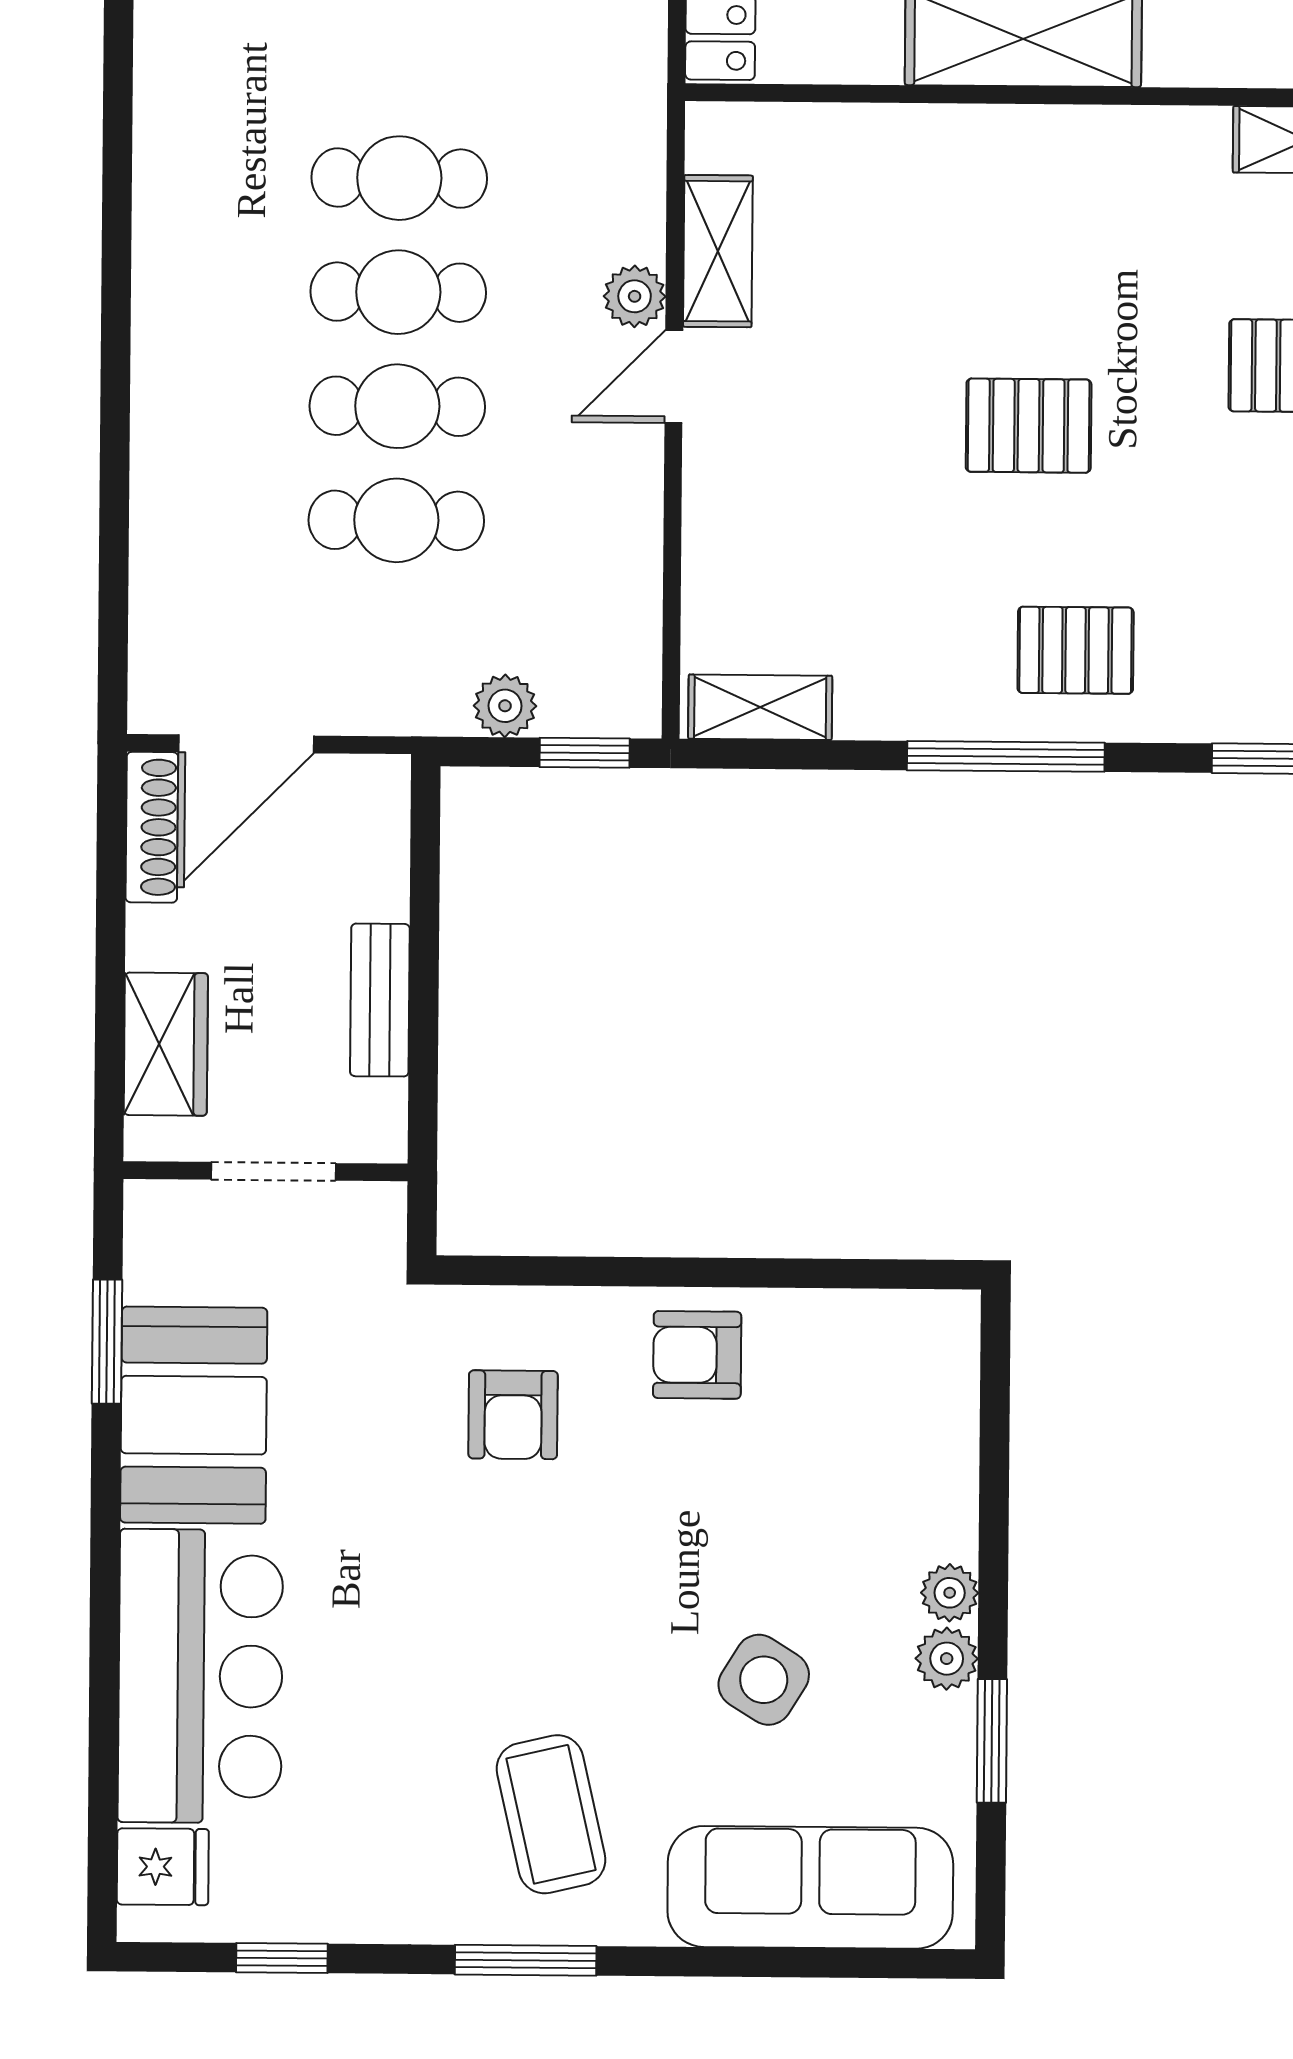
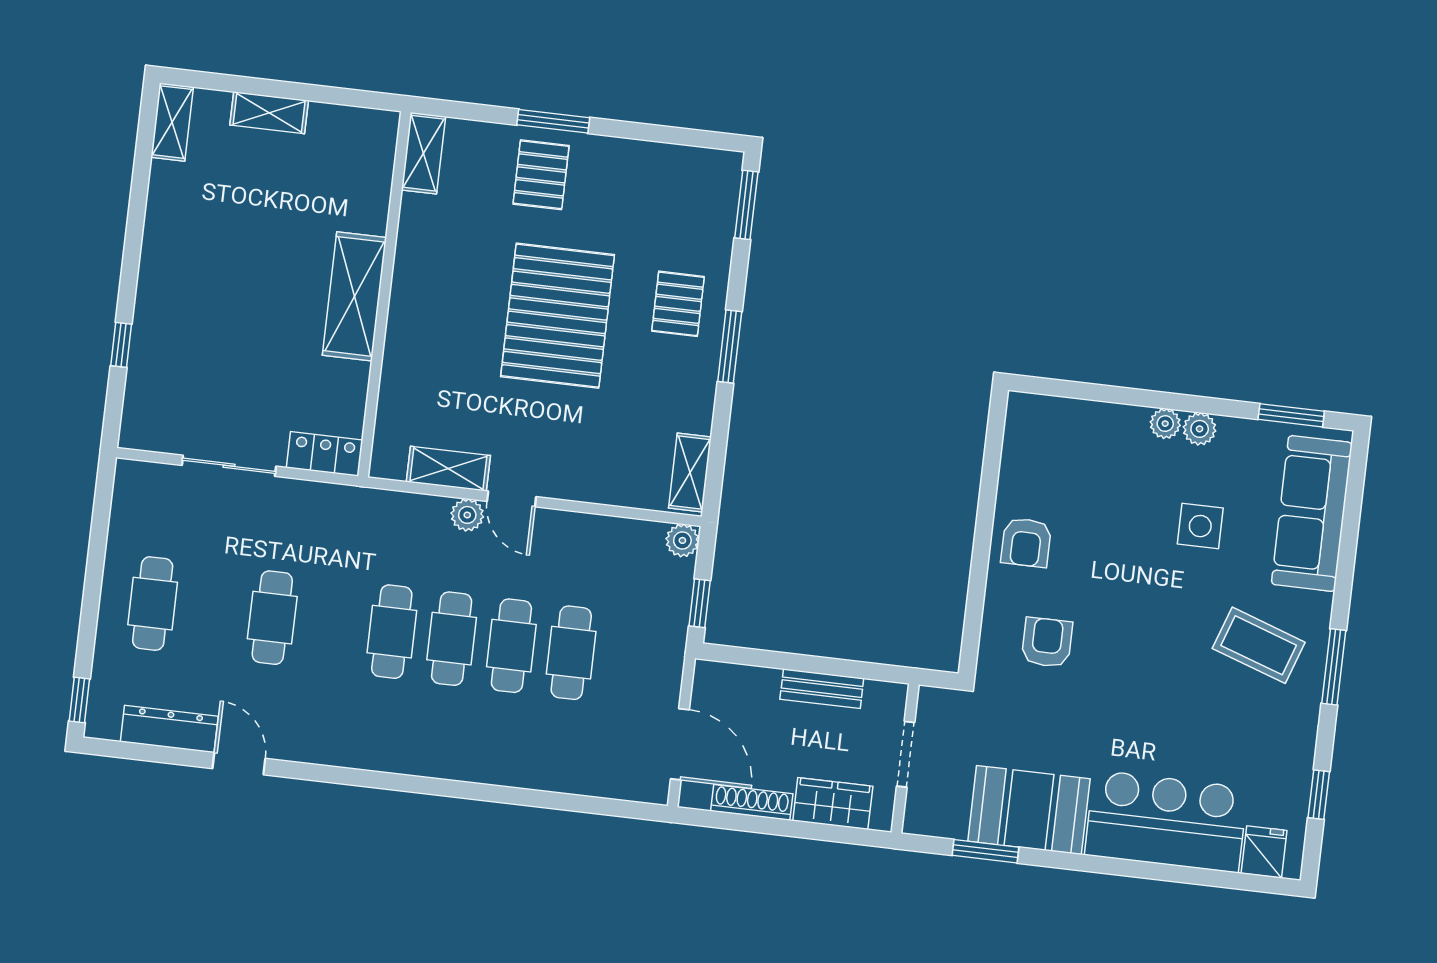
pallet: (1029, 426) -> (558, 316), width x2.05, depth x2.00
plant: (505, 706) -> (682, 540), moved
window: (585, 753) -> (700, 603), moved
window: (1006, 756) -> (730, 346), width x0.69
shoe rack: (152, 827) -> (752, 802), moved
armchair: (513, 1415) -> (1047, 642), turned -90
side table: (764, 1680) -> (1200, 526), turned -32
window: (992, 1741) -> (1291, 415), moved
coffee table: (551, 1814) -> (1259, 645), turned 32

